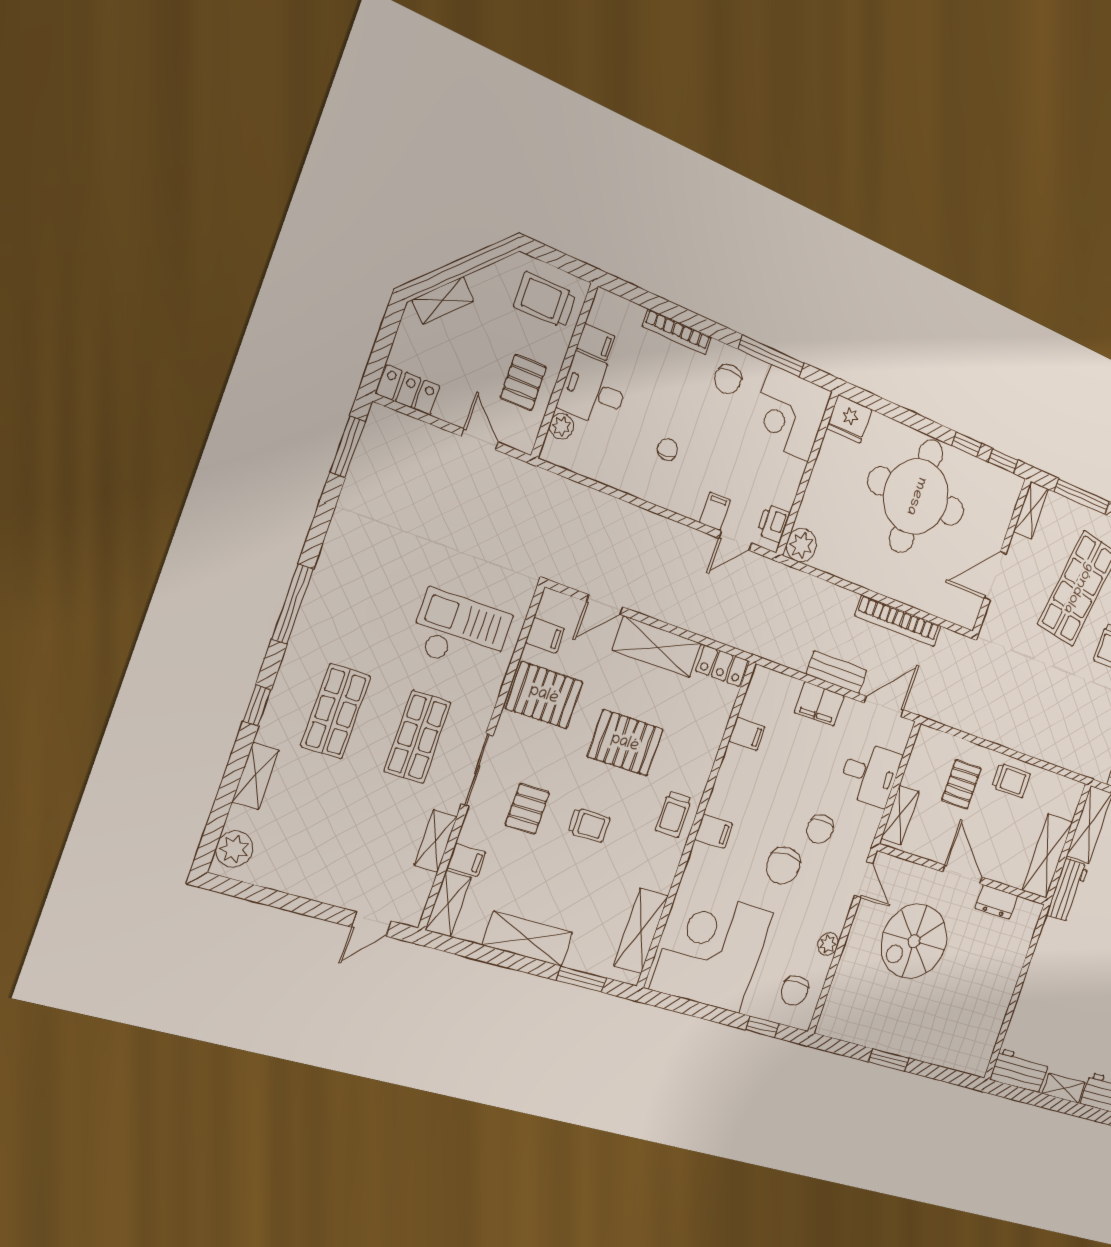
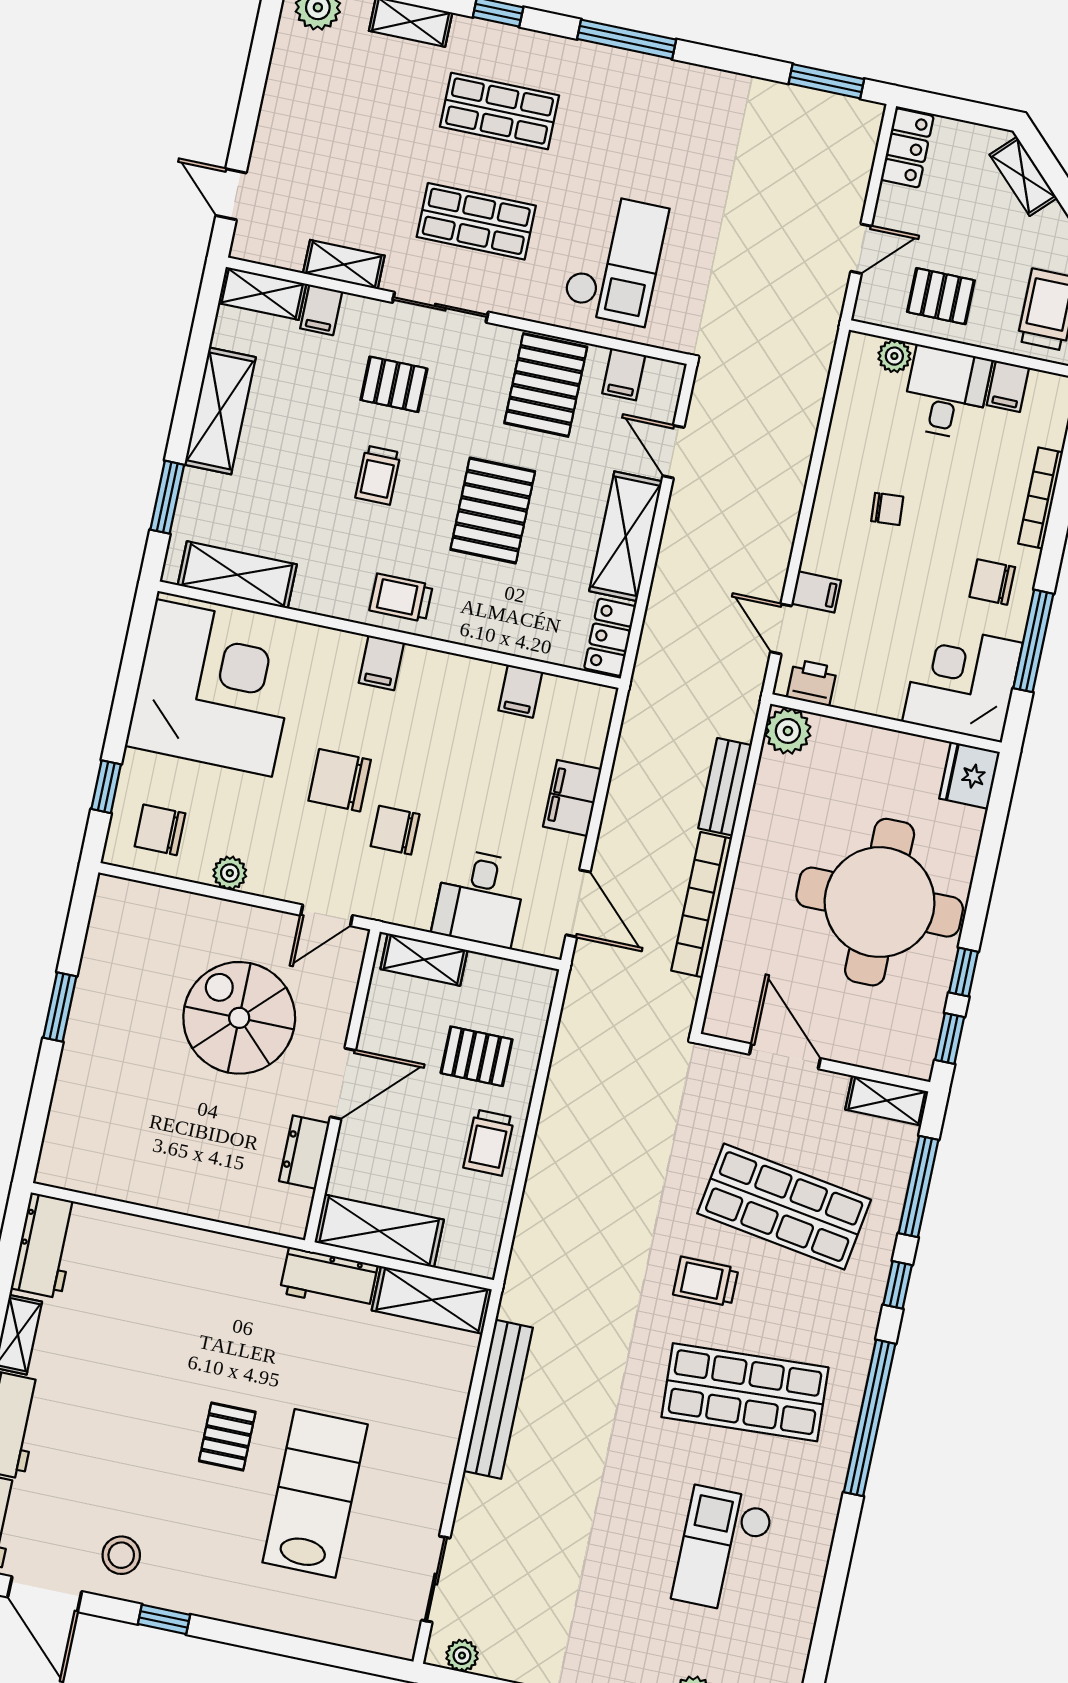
bench: (836, 672) -> (725, 787), moved

